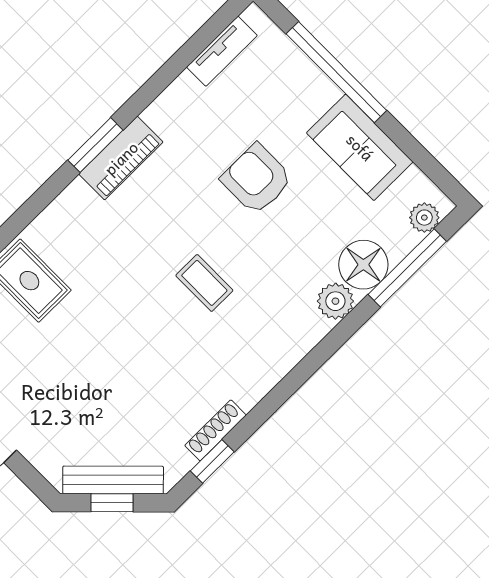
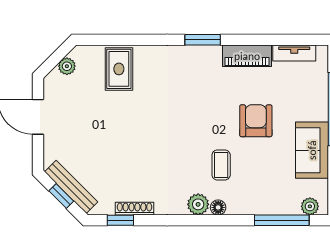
piano: (121, 158) -> (247, 56), moved
floor lamp: (363, 265) -> (218, 207), moved, width x0.53, depth x0.53
coffee table: (204, 283) -> (221, 165), moved
plant: (335, 301) -> (198, 204), moved

